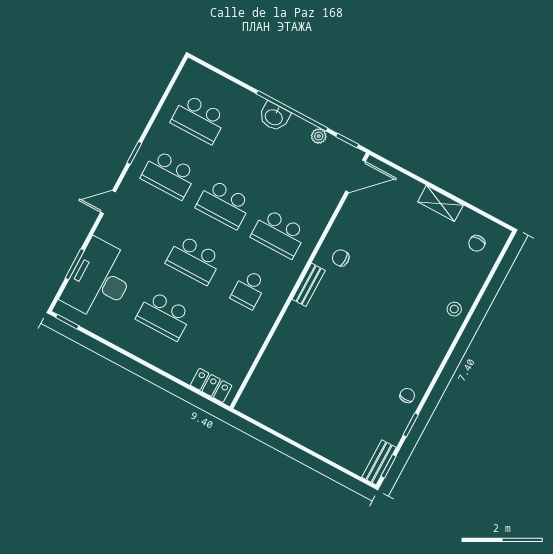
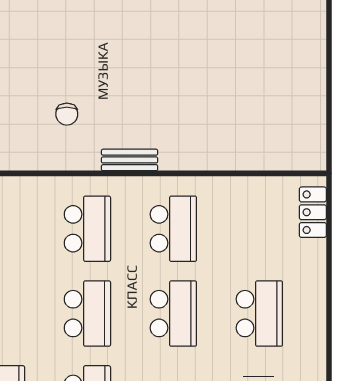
chair: (341, 258) -> (67, 114), moved
school desk: (249, 289) -> (173, 229), width x1.85

